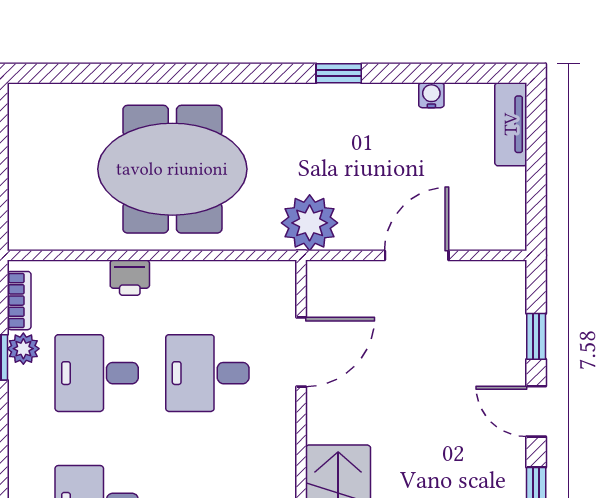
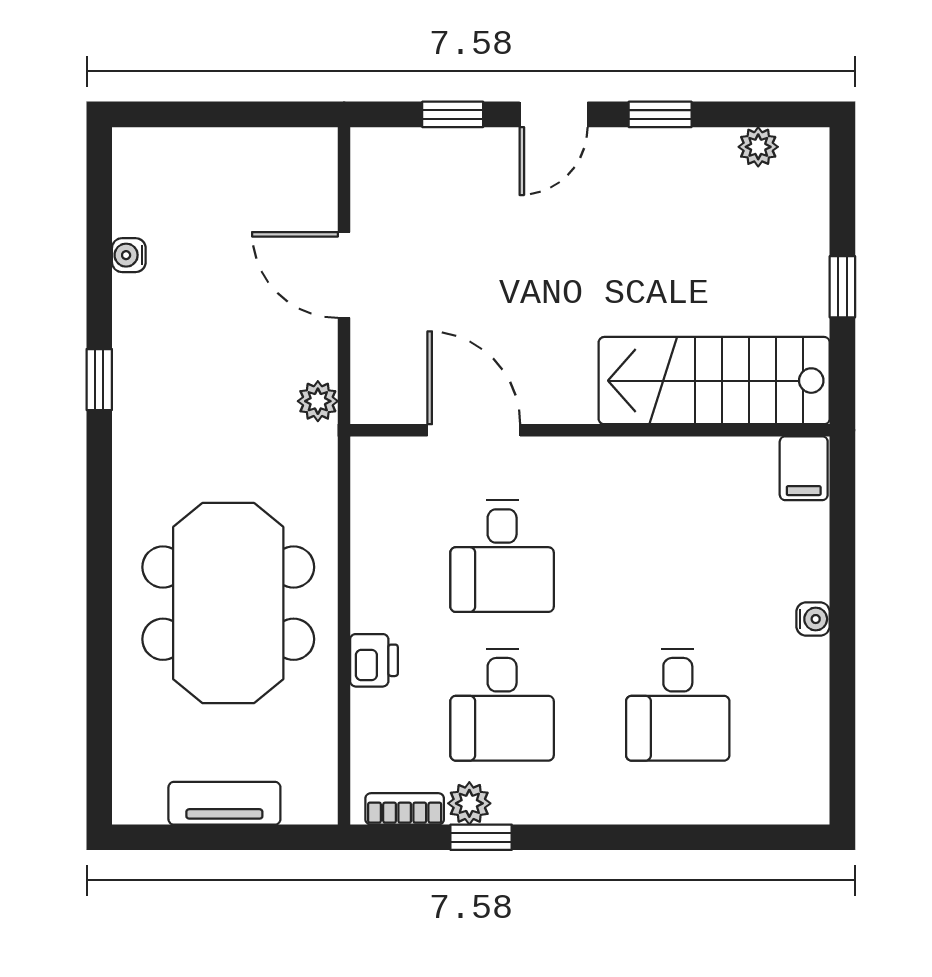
tv unit: (511, 124) -> (224, 803), moved, turned 180
plant: (310, 223) -> (318, 401), width x0.53, depth x0.53

